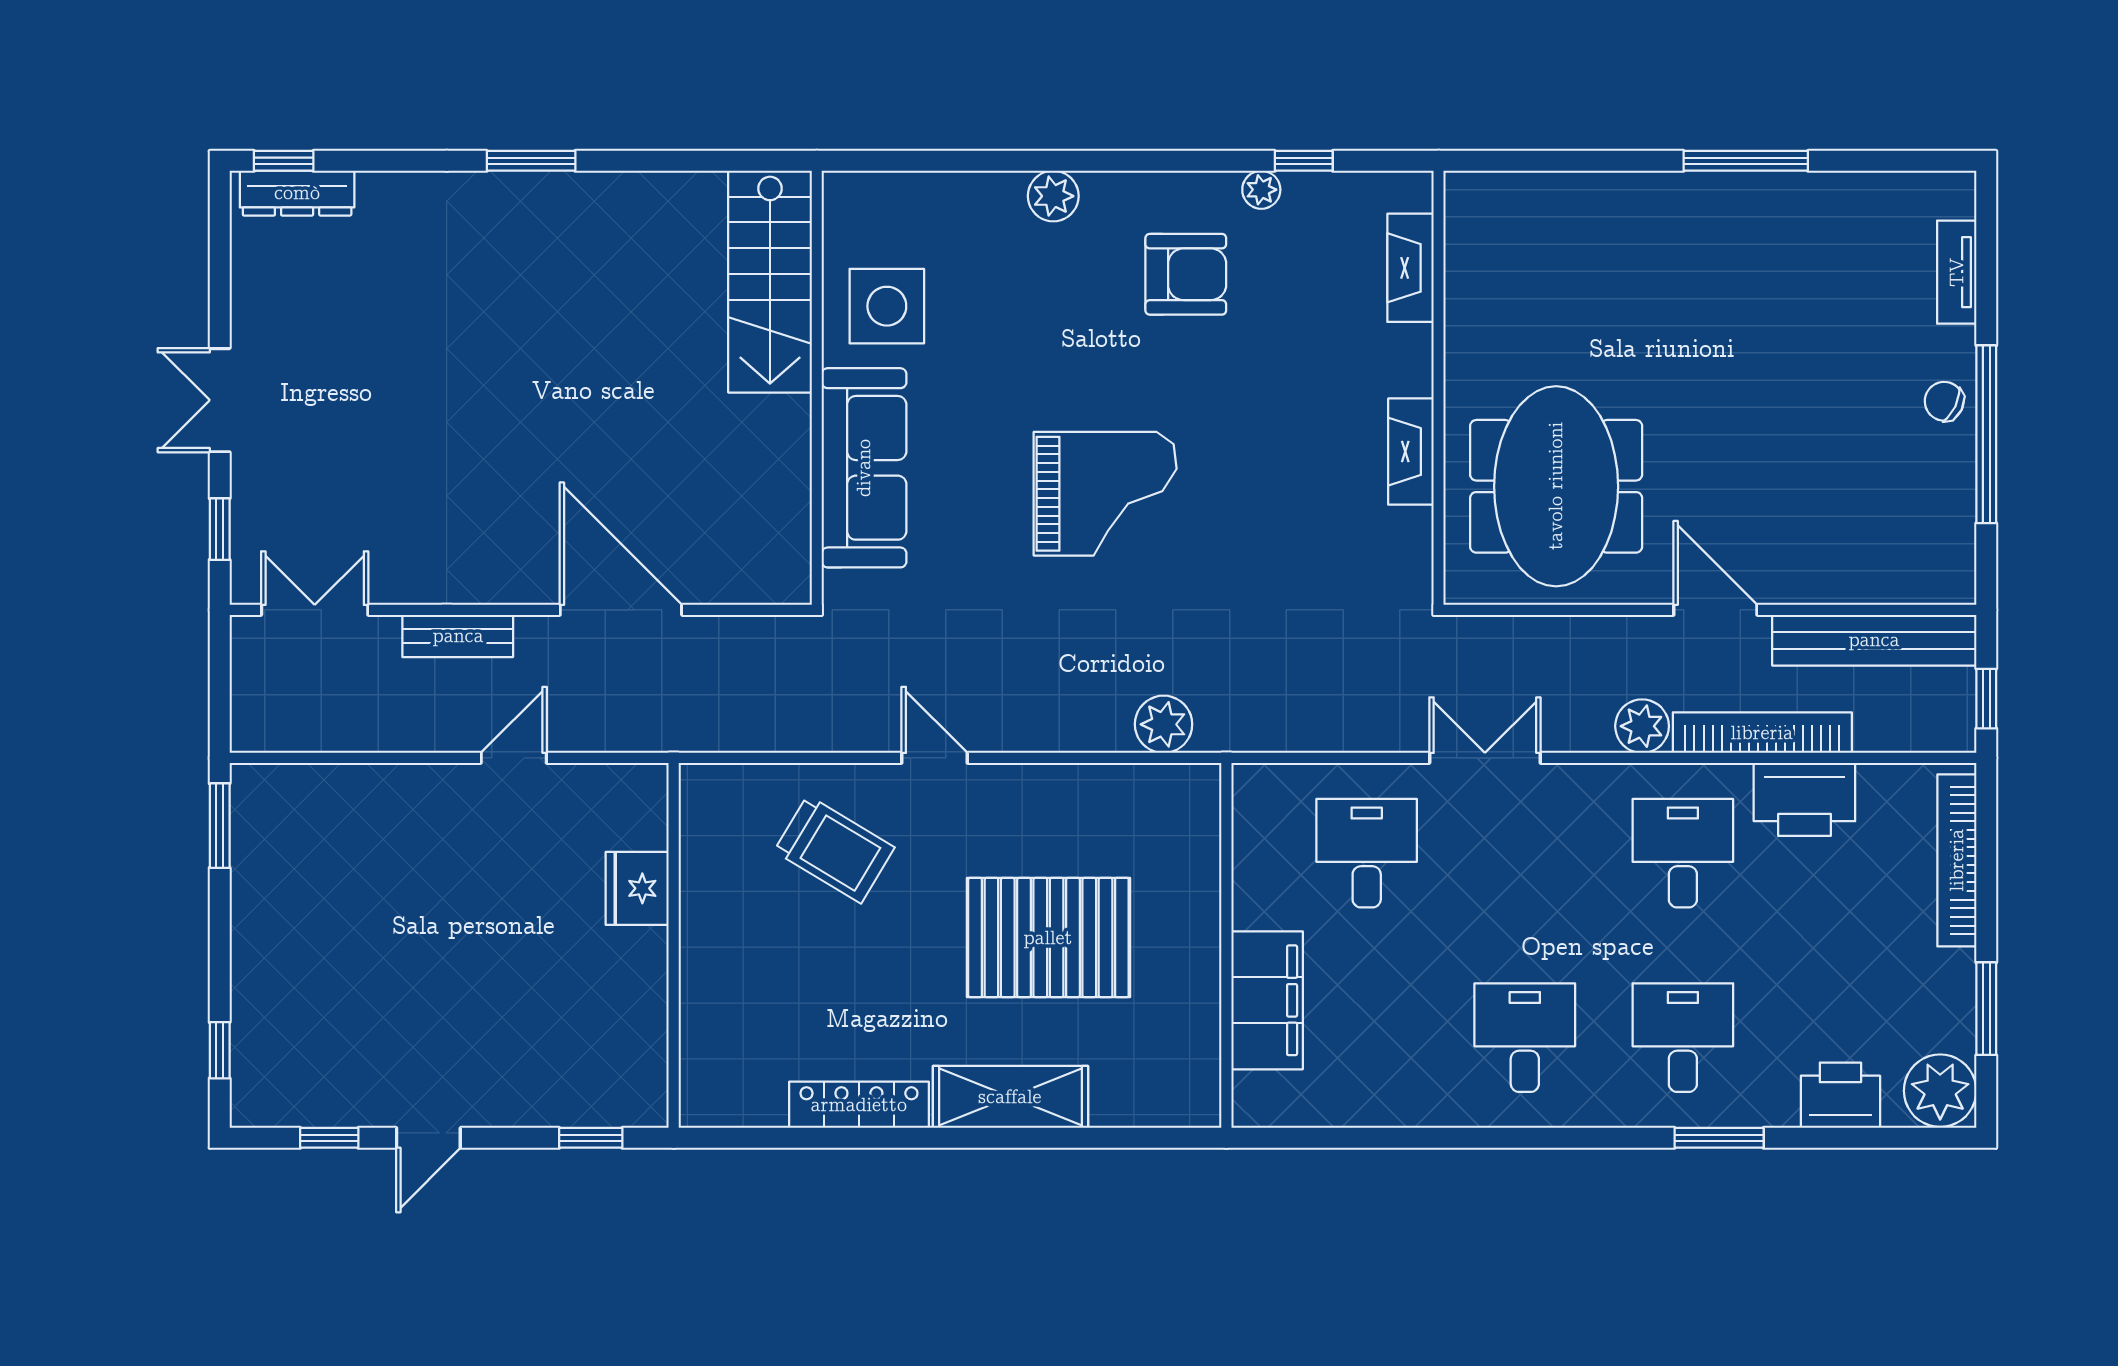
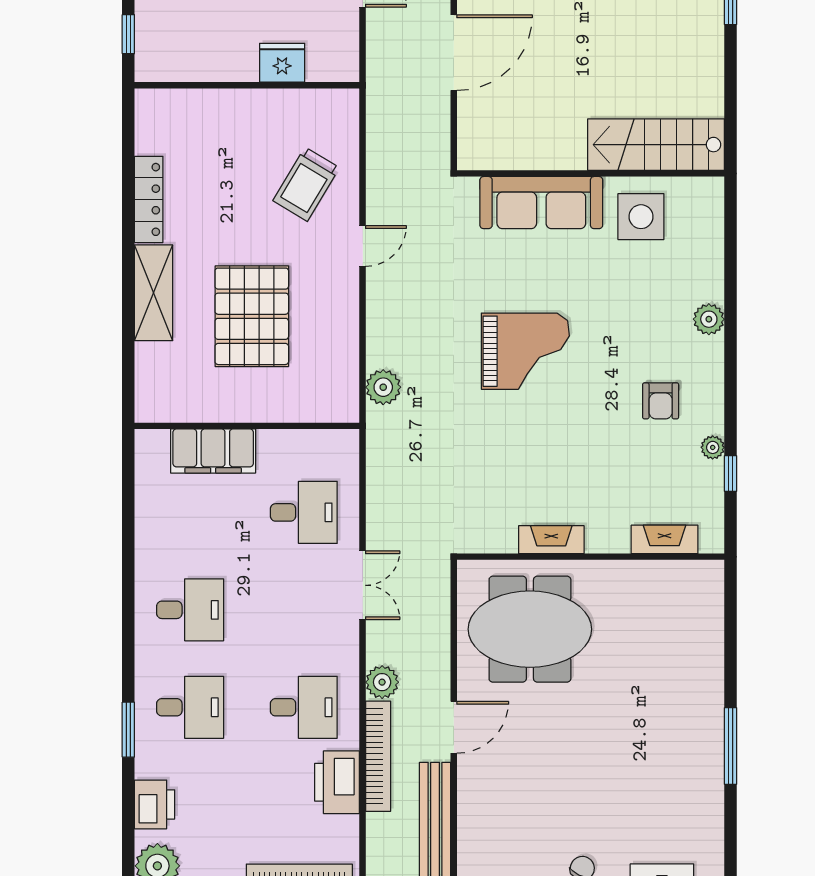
armchair: (1186, 274) -> (661, 401), width x0.72, depth x0.72
grand piano: (1105, 494) -> (525, 351), turned -90

